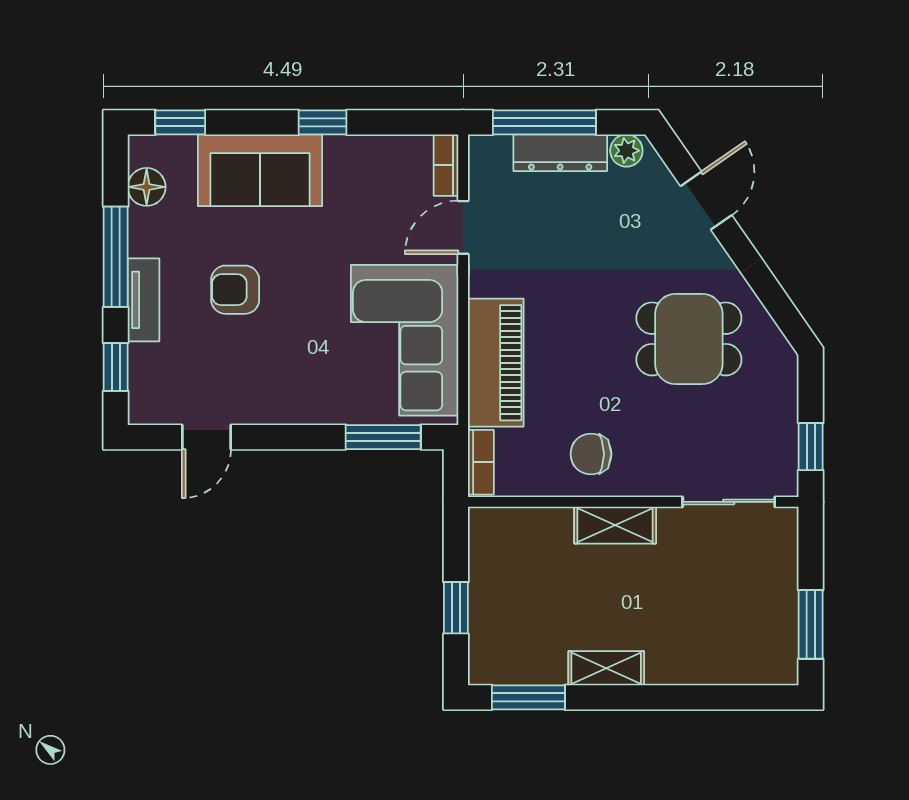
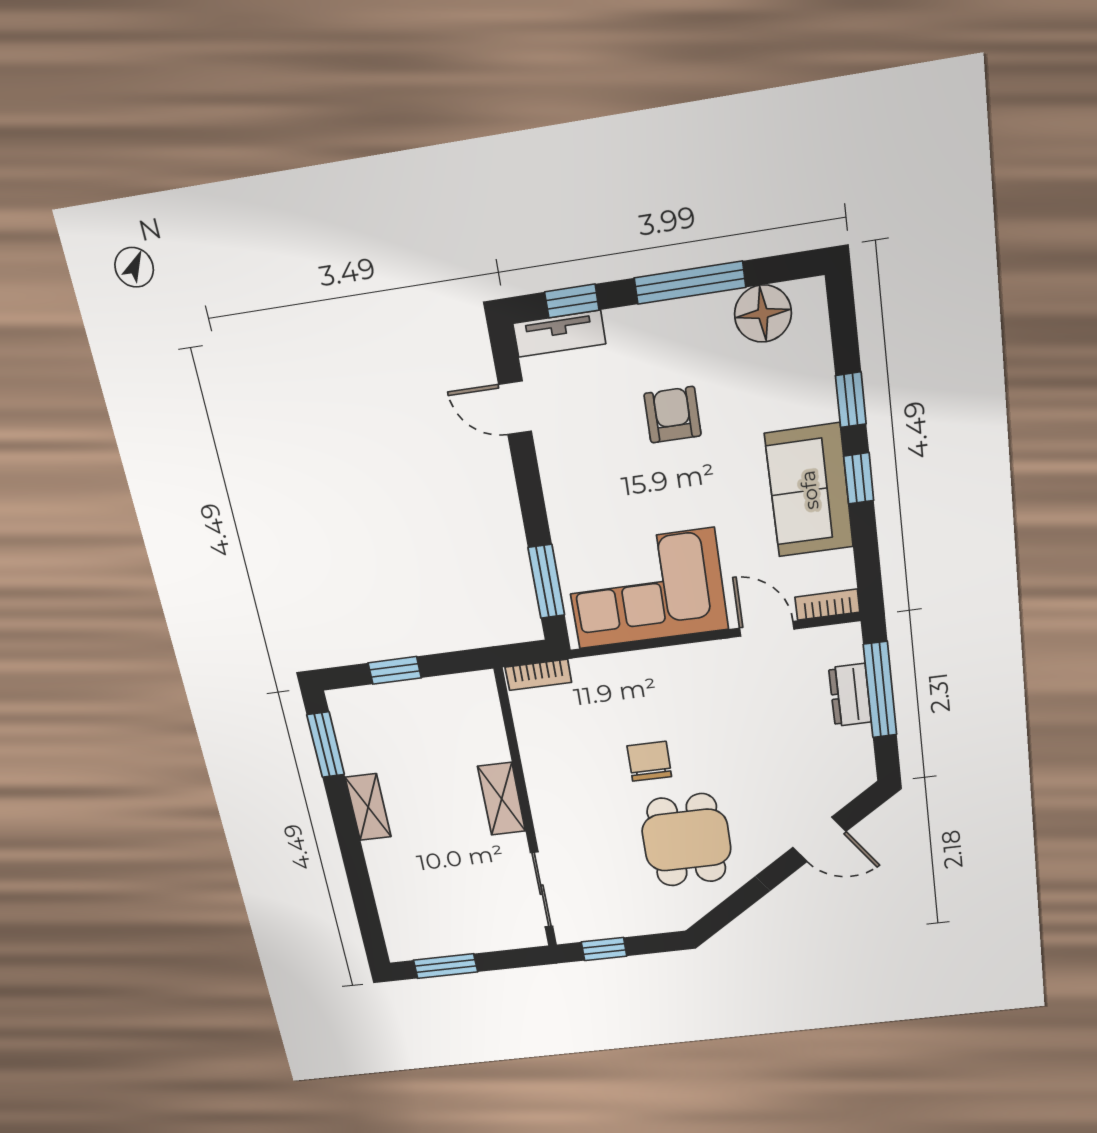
window: (180, 122) -> (851, 400), moved
plant: (626, 151) -> (860, 766), removed
dresser: (560, 153) -> (850, 695), width x0.70
sofa: (260, 170) -> (809, 490), moved
floor lamp: (147, 187) -> (763, 314), width x1.38, depth x1.38
tv unit: (143, 300) -> (559, 334), moved
piano: (496, 363) -> (637, 676), removed
chair: (591, 454) -> (649, 761), moved

